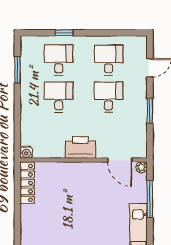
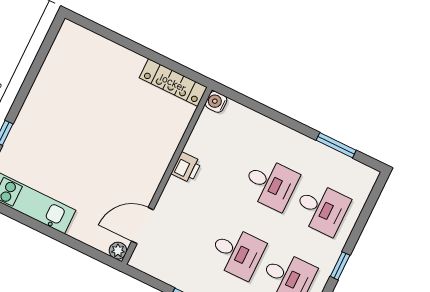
window: (64, 33) -> (340, 266), moved
printer: (80, 147) -> (186, 167), width x0.53, depth x0.68
window: (150, 199) -> (68, 241), removed

